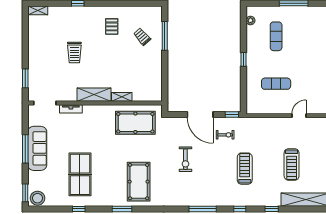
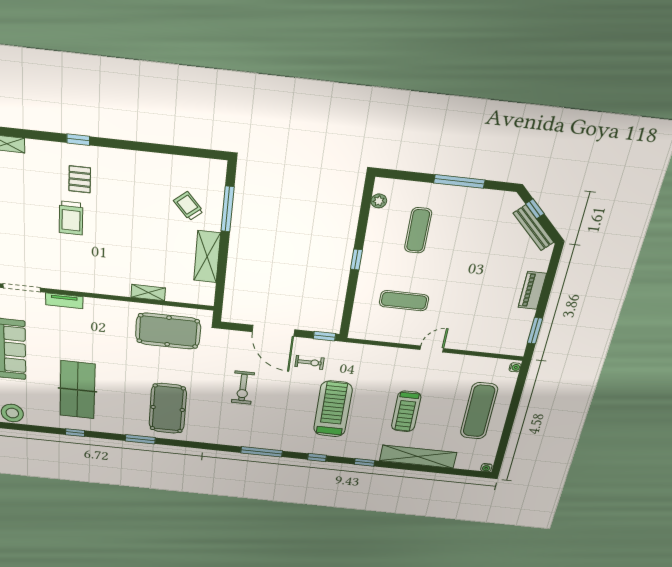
pallet: (112, 26) -> (80, 179), moved
shelving: (94, 95) -> (207, 257), moved, turned 90
treadmill: (245, 169) -> (333, 409), width x1.37, depth x1.38

